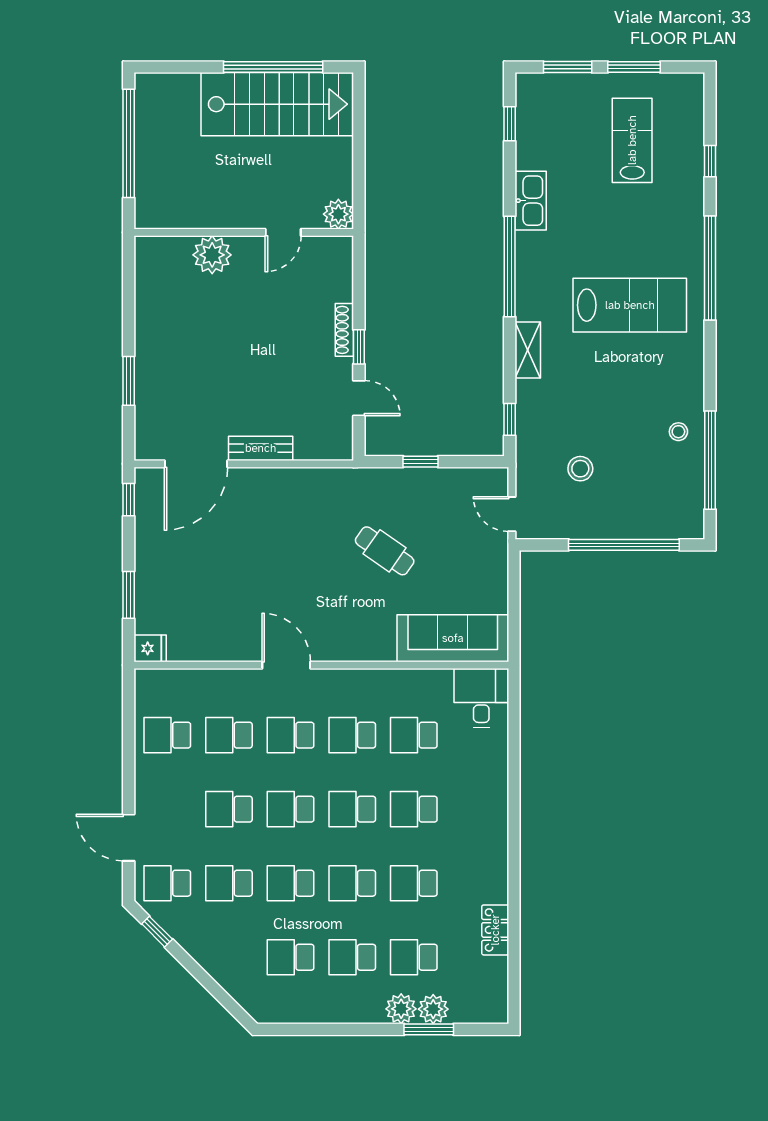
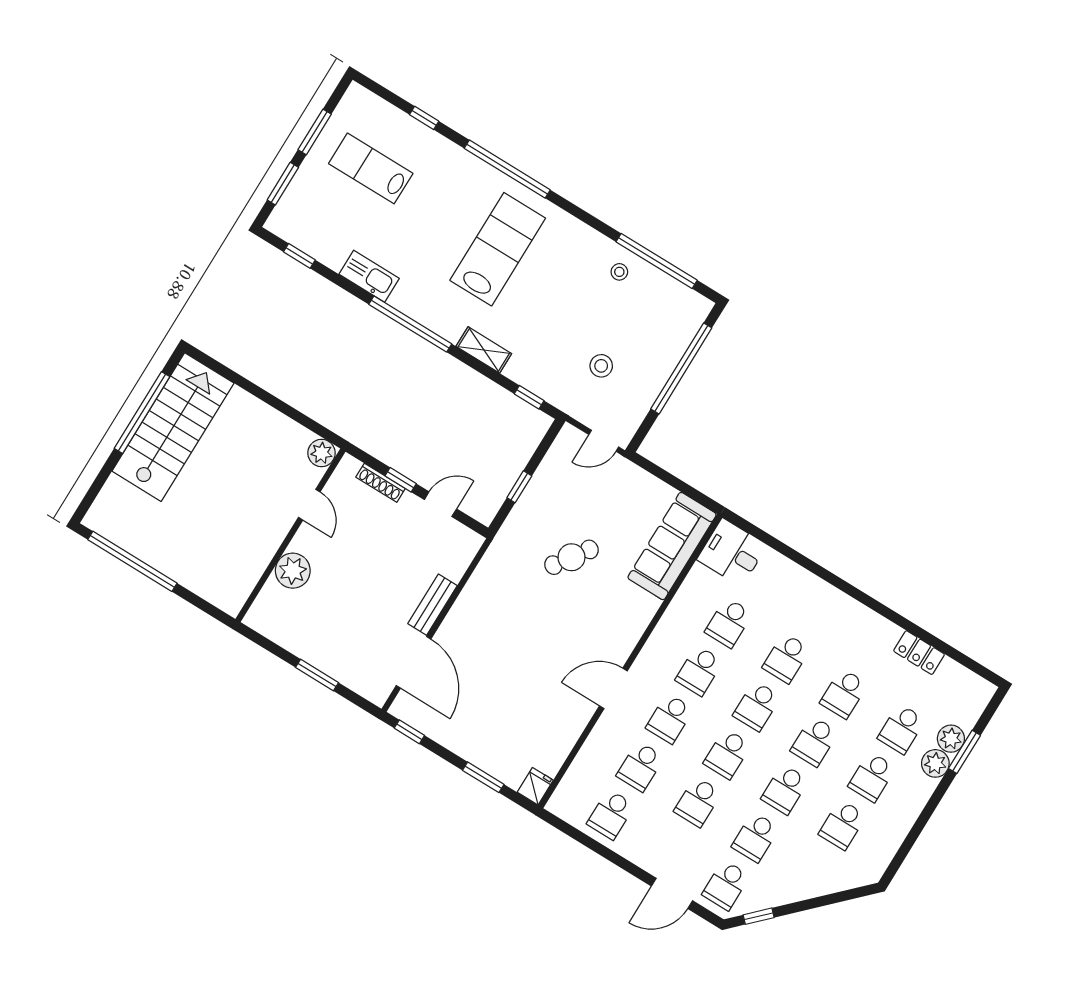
plant: (338, 214) -> (322, 453), moved
wall: (244, 232) -> (290, 535), moved
door: (283, 232) -> (309, 505), moved
plant: (212, 255) -> (293, 571), moved

